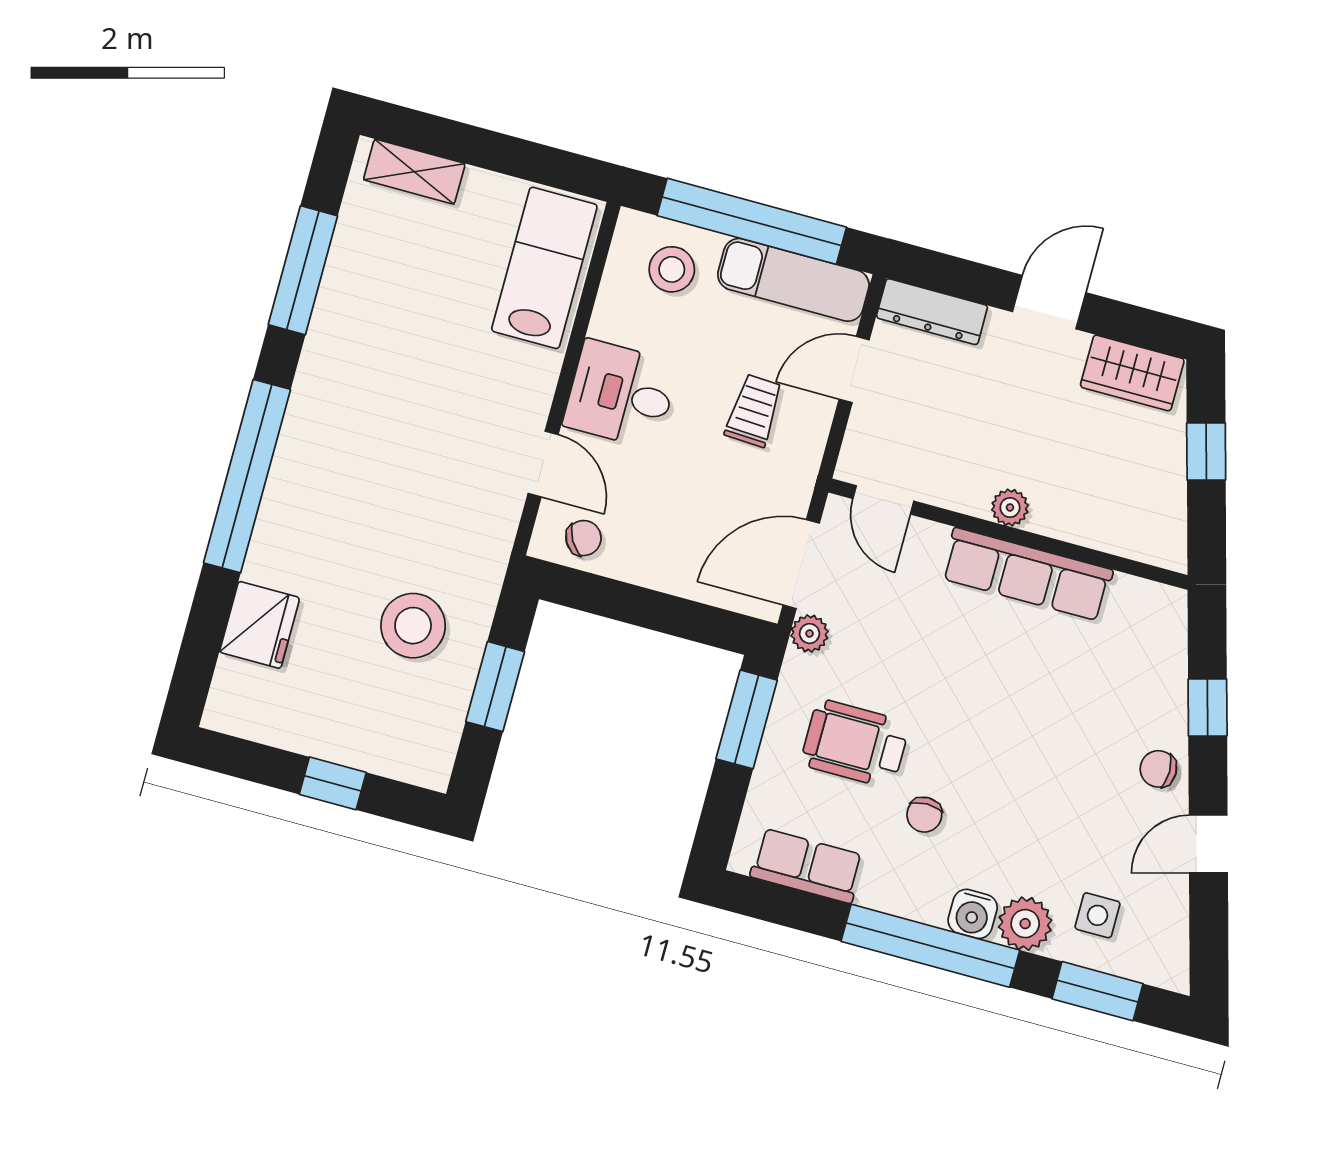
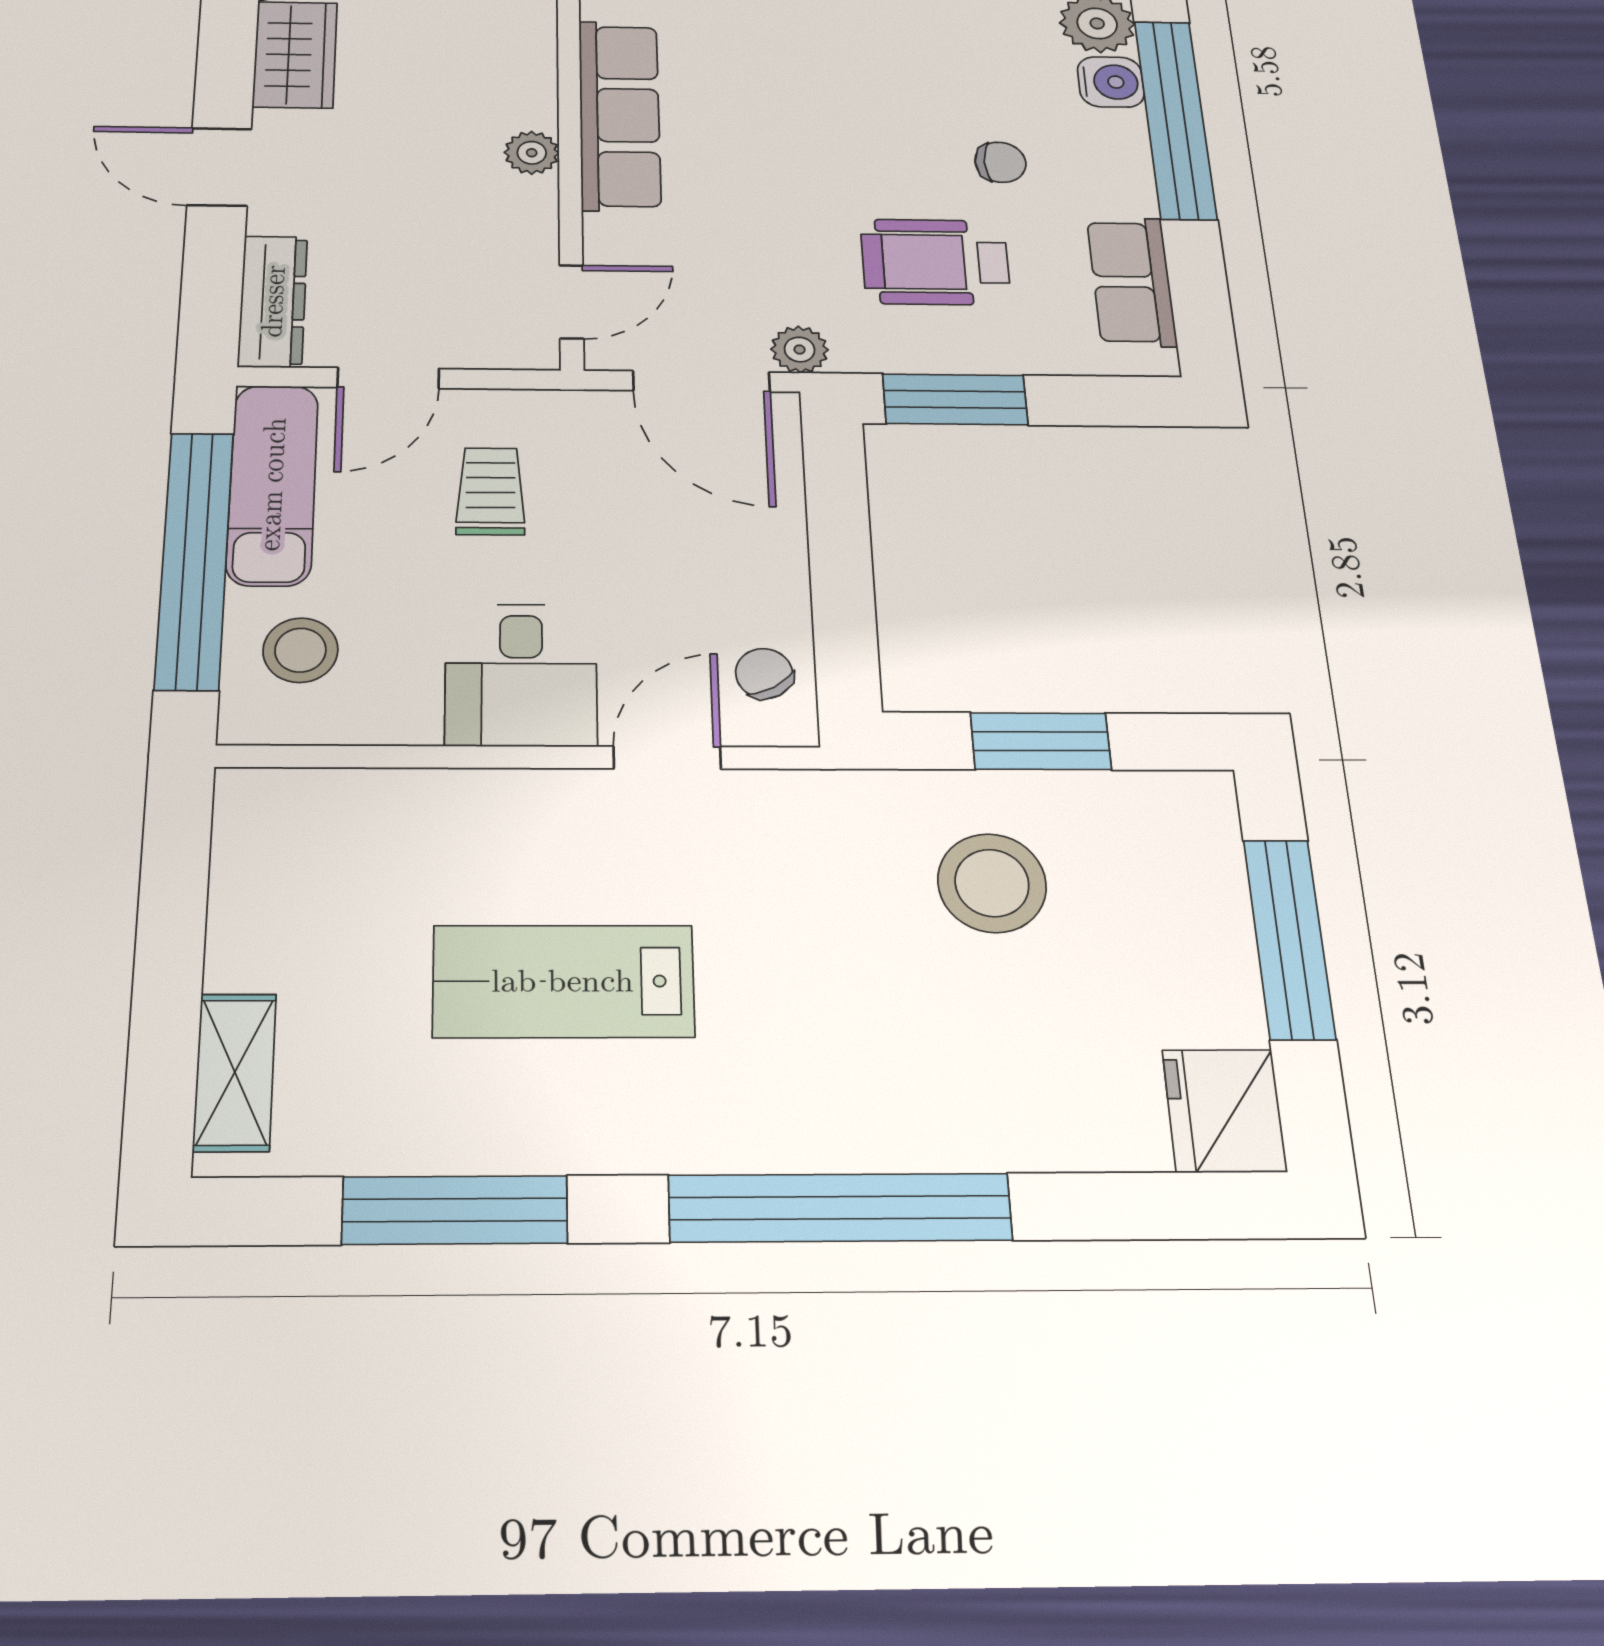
lab bench: (544, 268) -> (563, 981), moved
door: (854, 369) -> (388, 378), hinge flipped
trolley: (754, 411) -> (491, 491), turned 87
fridge: (260, 625) -> (1224, 1111), moved, turned -90
wheelchair: (855, 743) -> (935, 262), turned 90
window: (333, 783) -> (1289, 939), width x2.17

